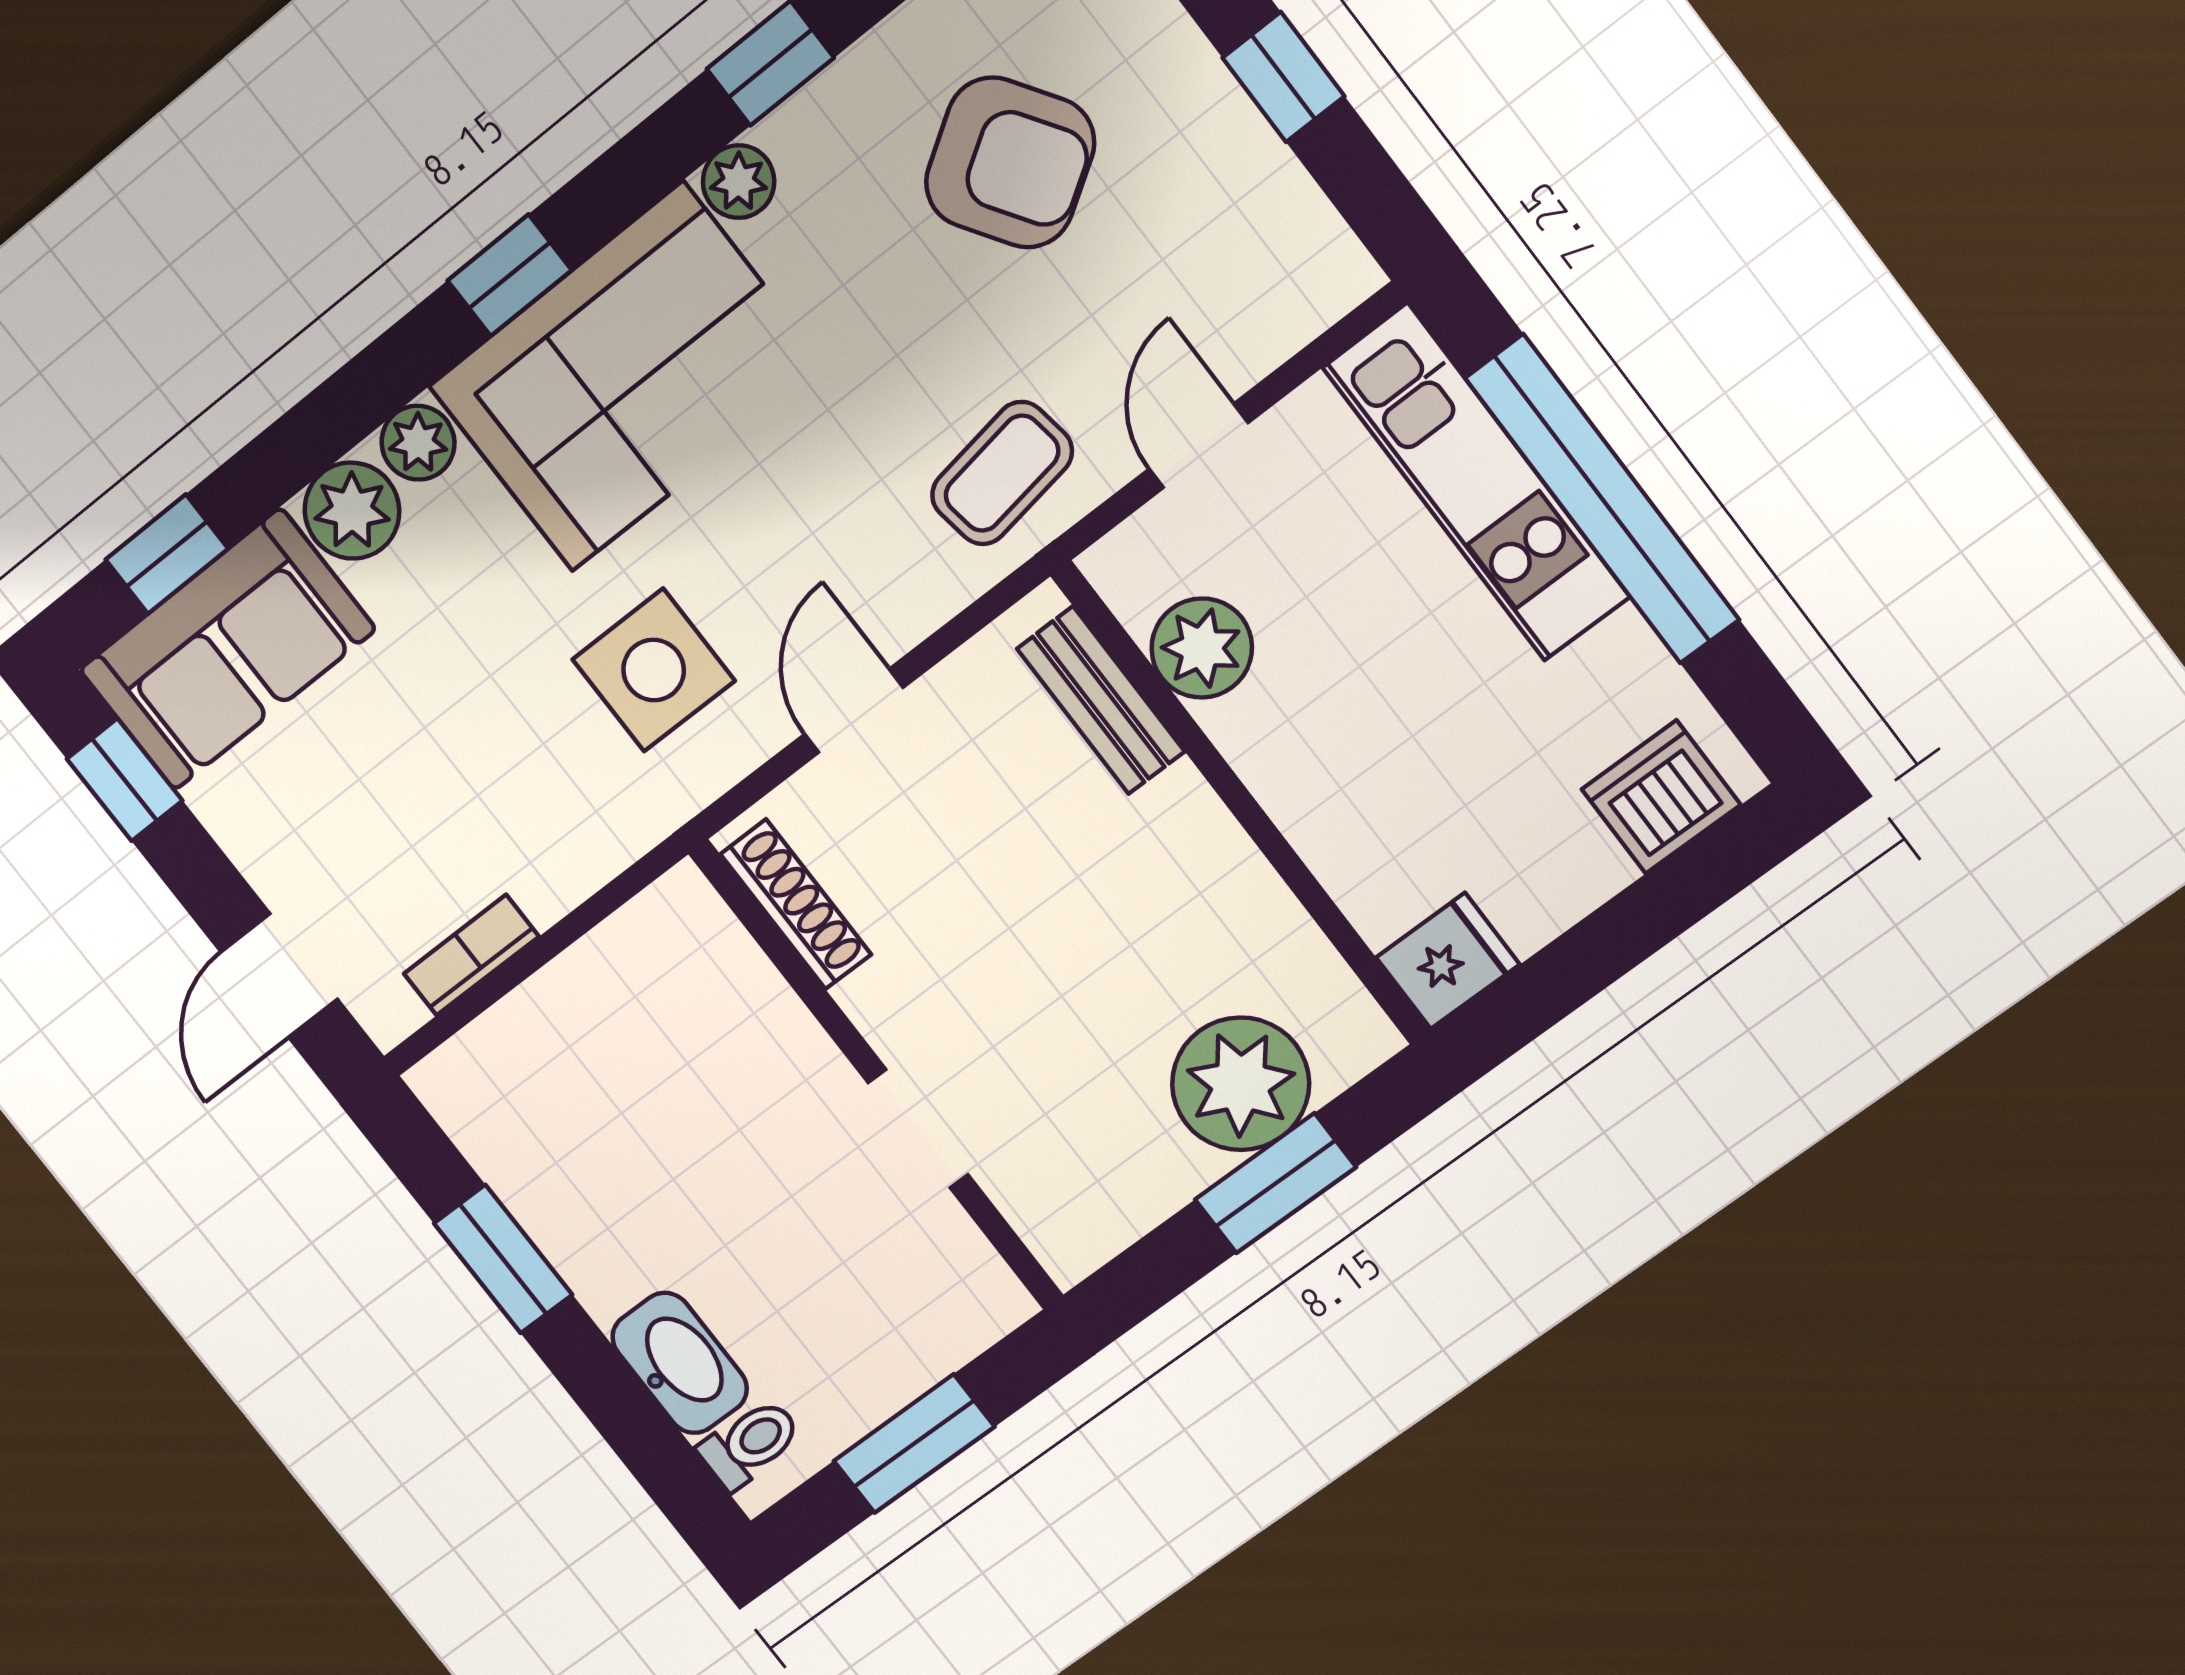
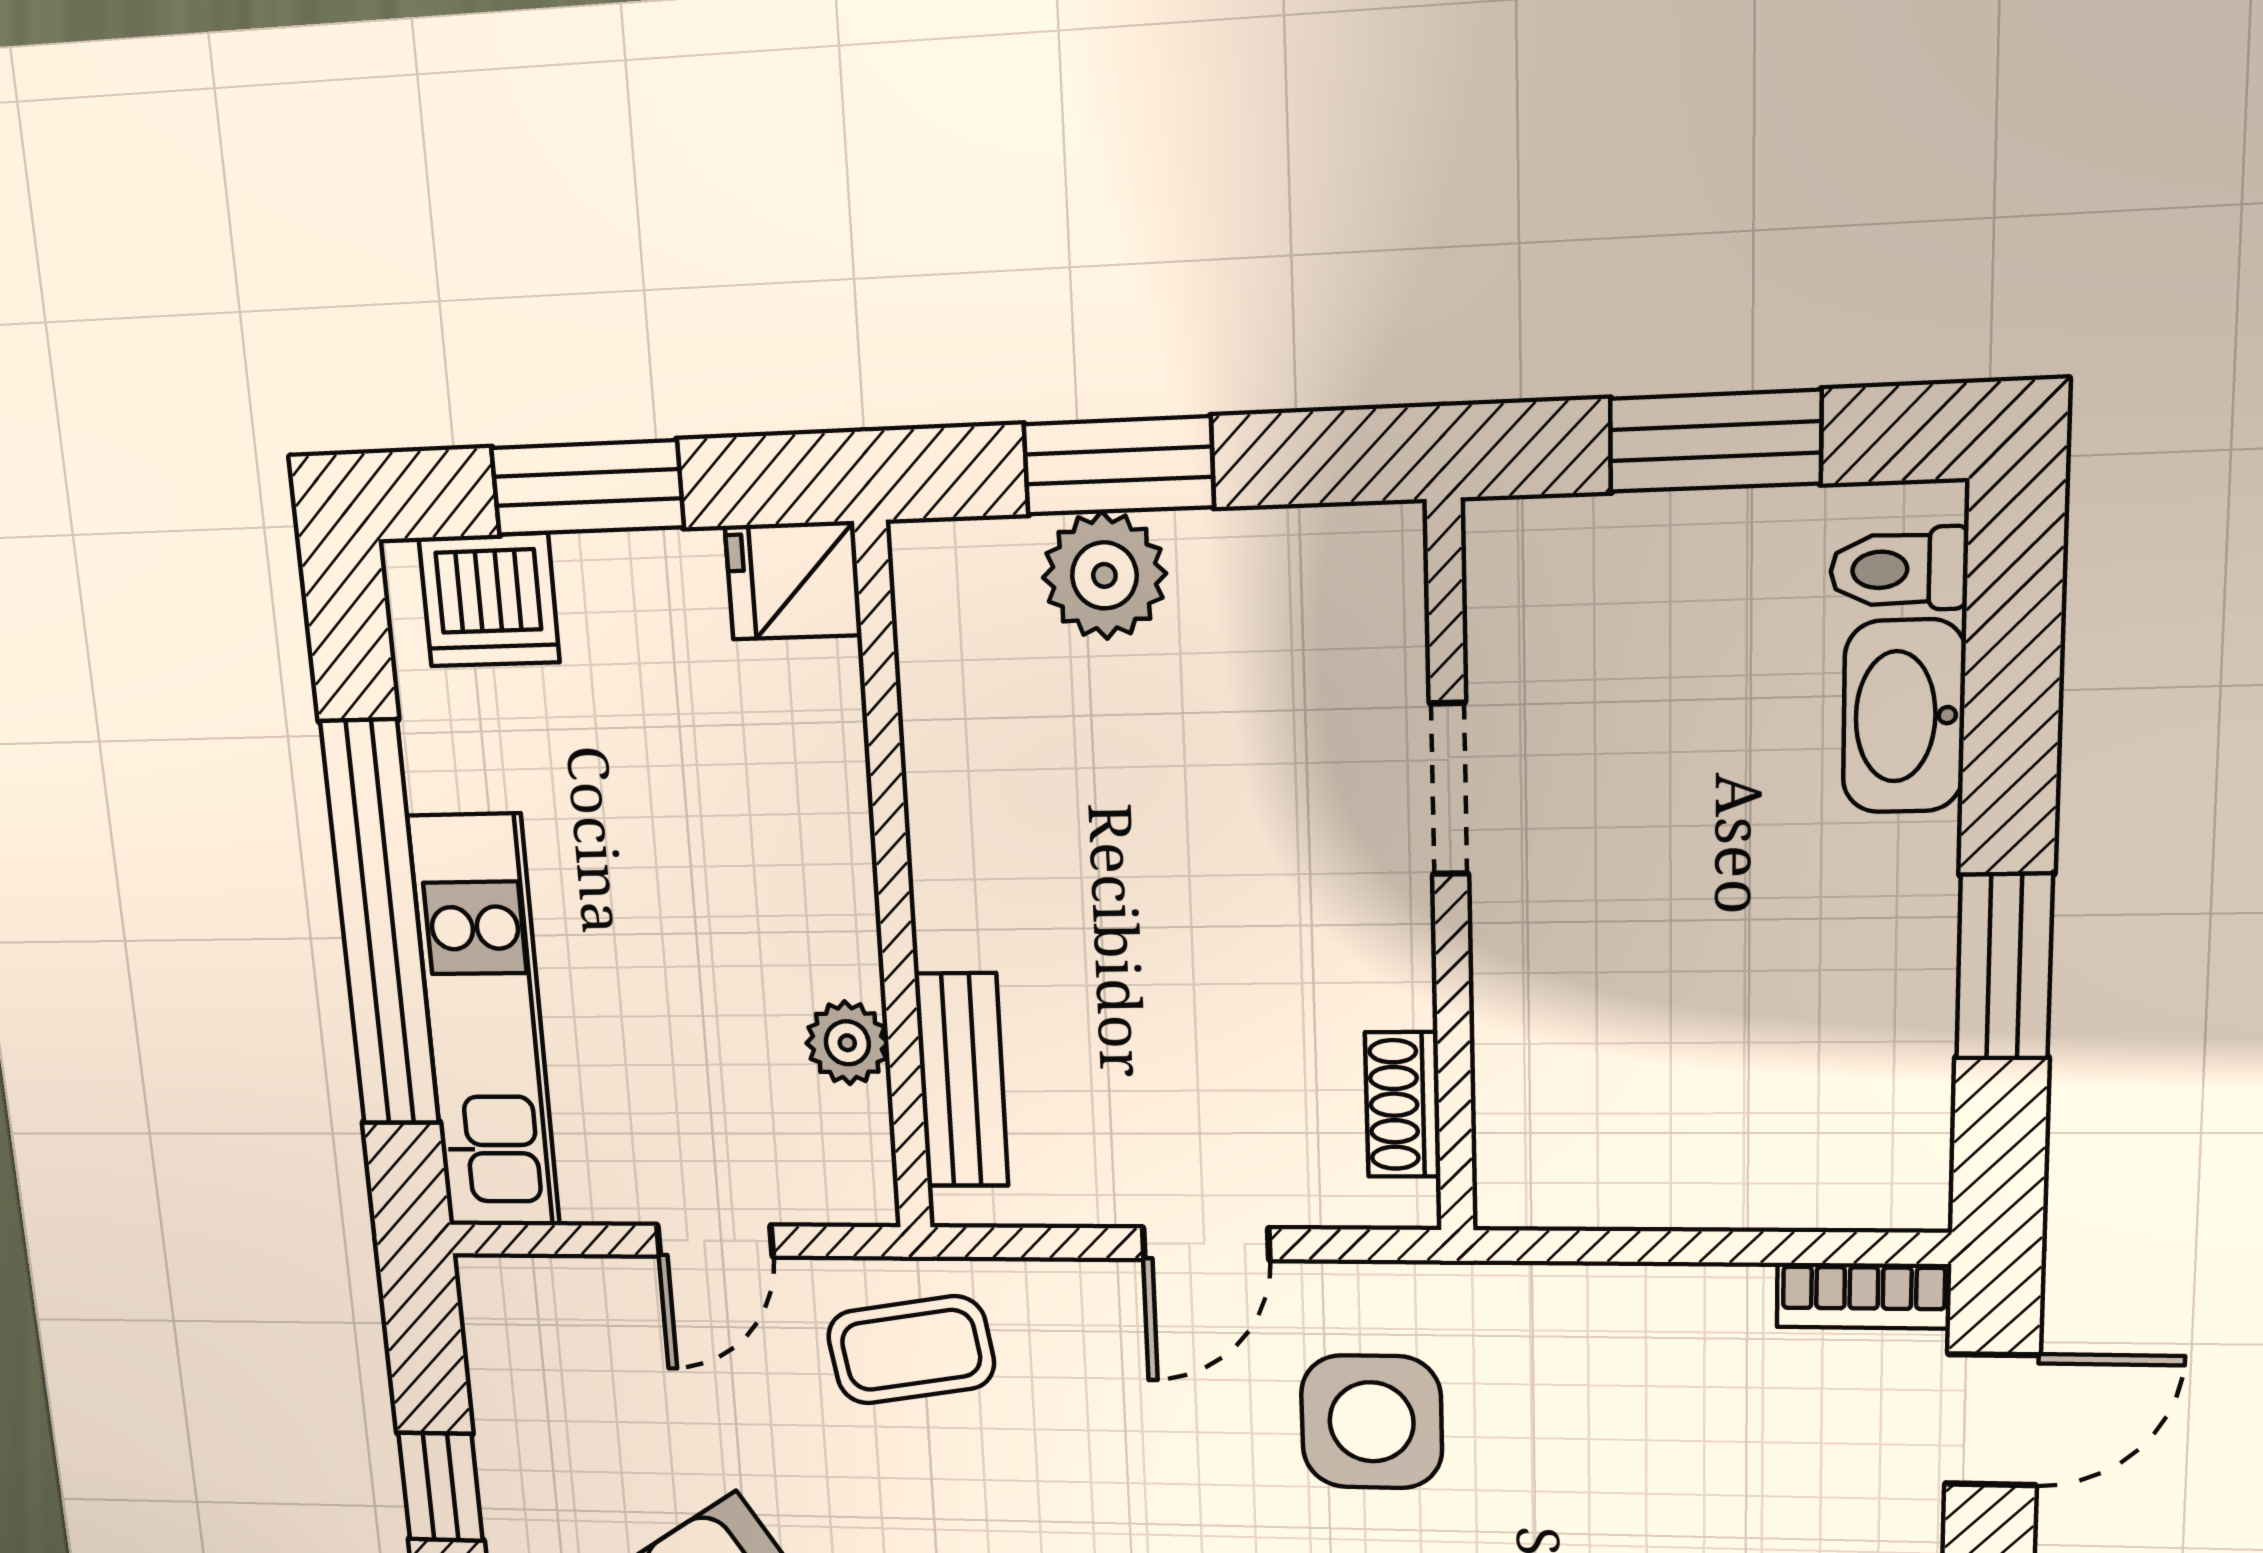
plant: (1202, 648) -> (847, 1043), width x0.73, depth x0.73
shoe rack: (796, 904) -> (1403, 1105), width x0.70
window: (1636, 924) -> (587, 488), added
bookcase: (471, 955) -> (1864, 1296), moved
plant: (1241, 1084) -> (1104, 575), width x0.73, depth x0.73

